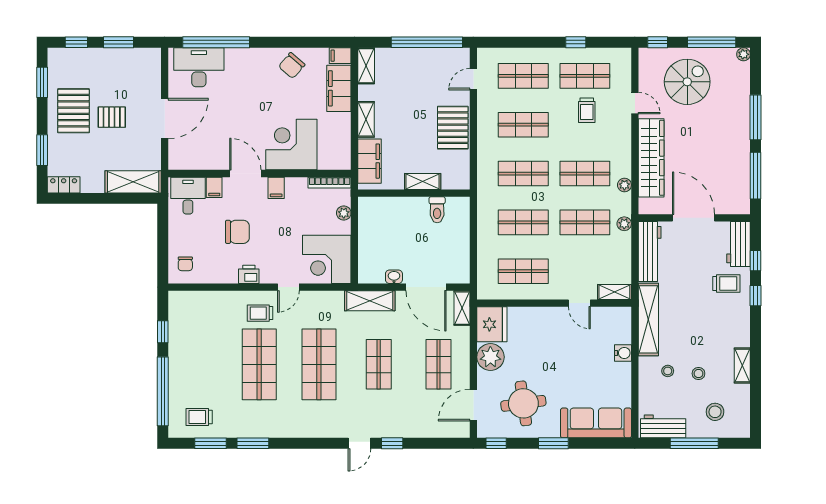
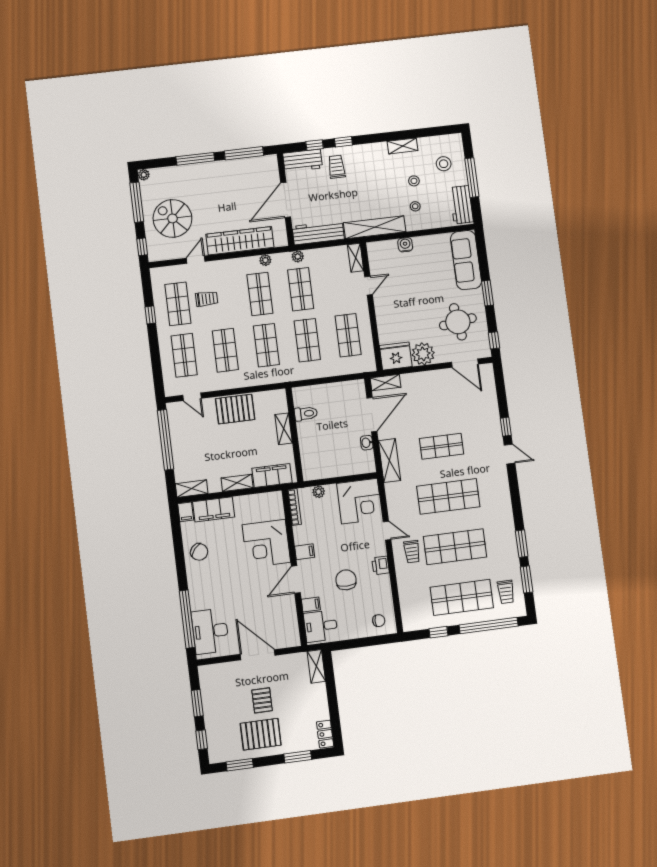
shelving: (133, 182) -> (316, 666), width x0.67, depth x0.75
shop shelf: (439, 364) -> (462, 597), moved, width x1.43, depth x1.36

